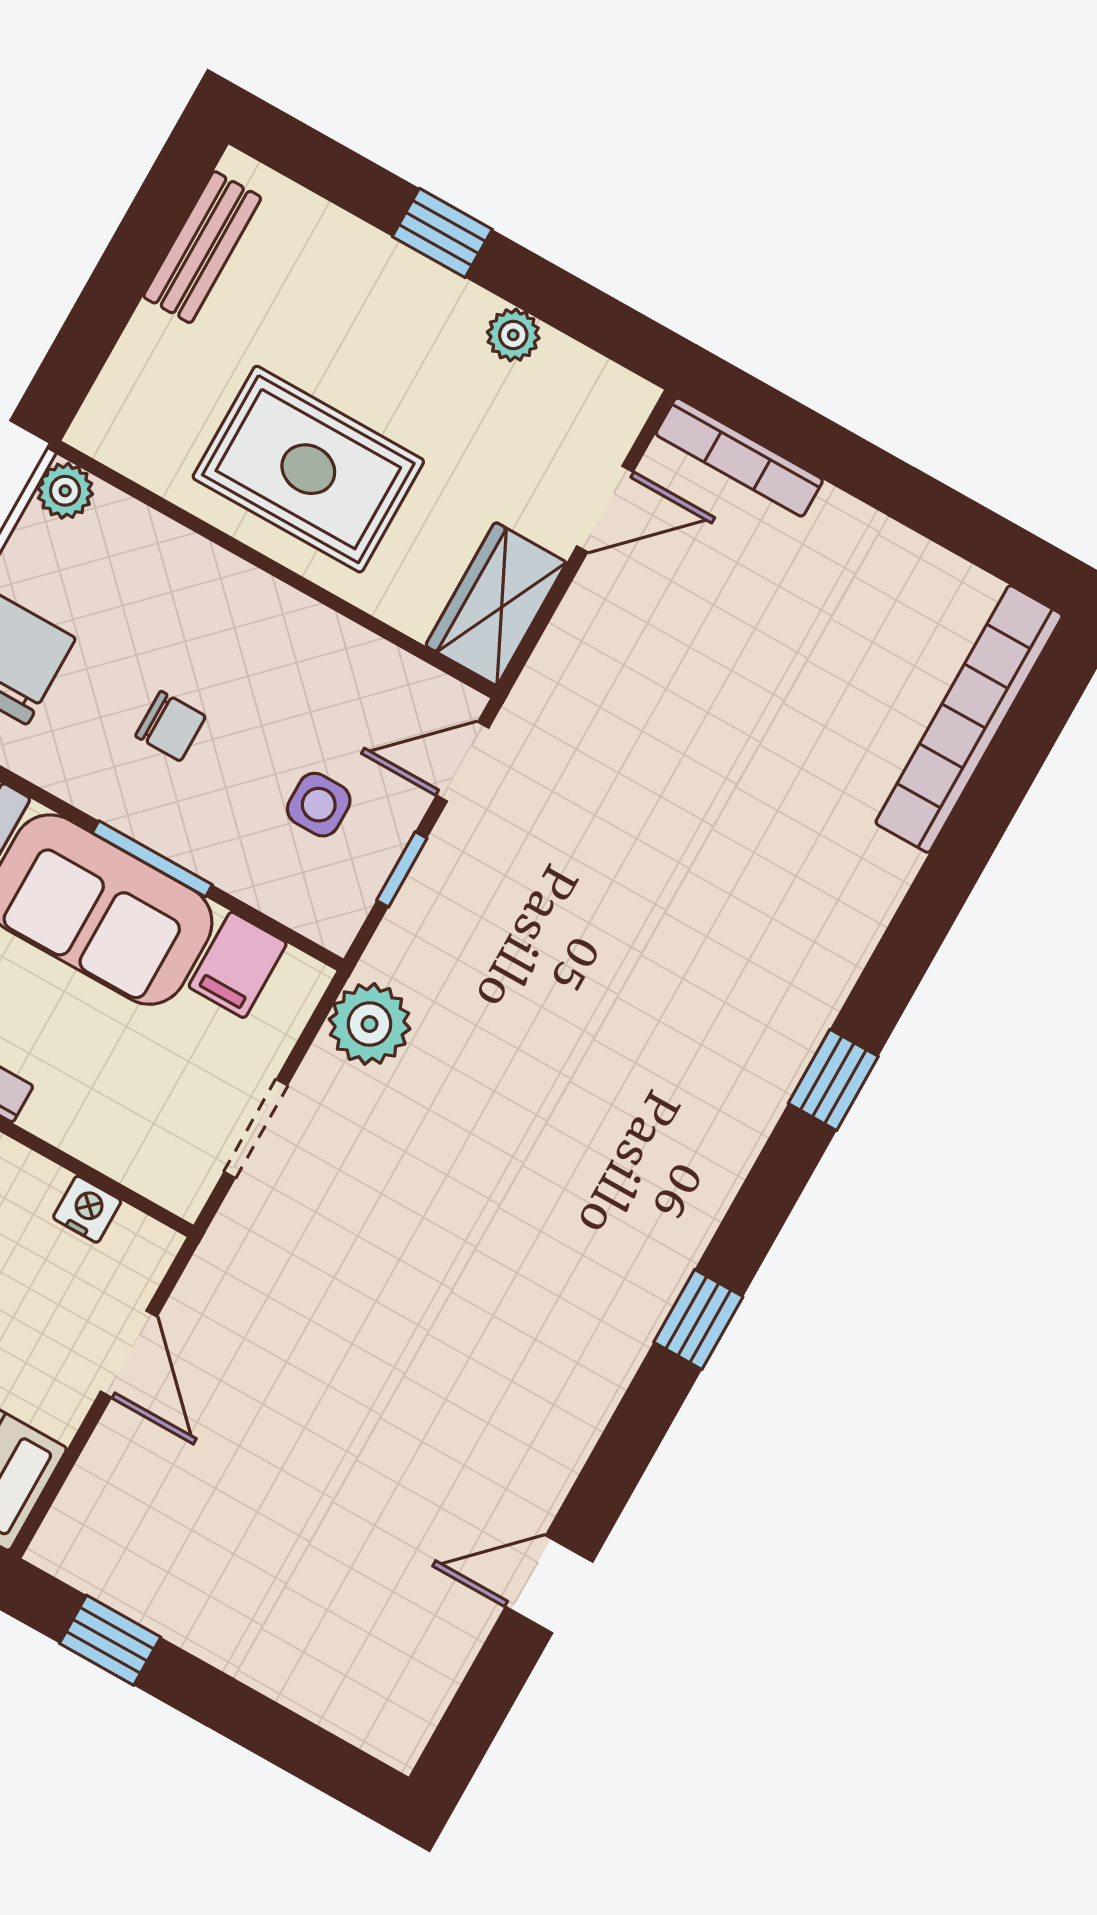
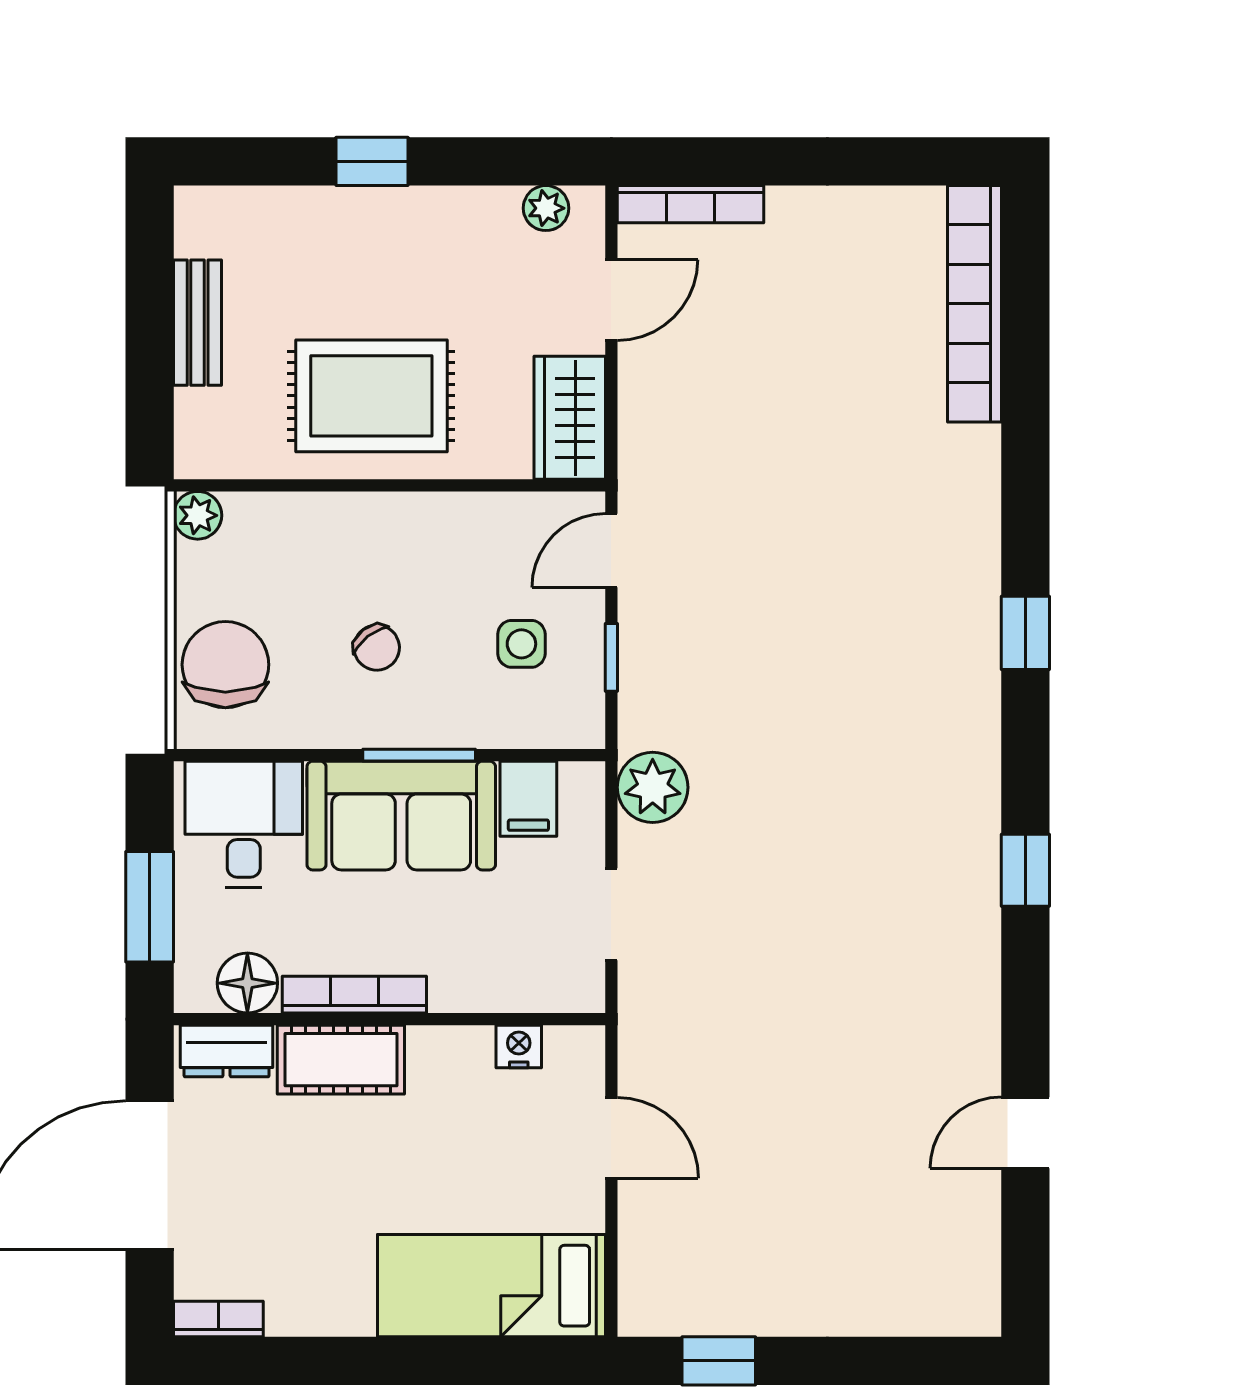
bench: (202, 247) -> (198, 323), moved
plant: (513, 335) -> (546, 208), moved
chair: (171, 726) -> (377, 648), turned 52

